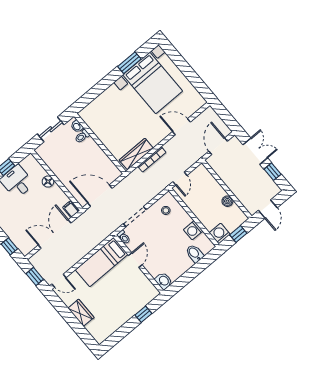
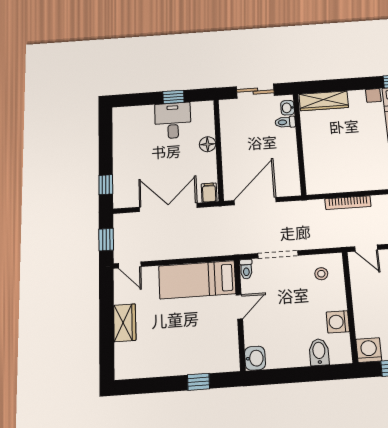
wardrobe: (136, 154) -> (324, 101), moved, turned 180
door: (180, 179) -> (366, 248), hinge flipped
door: (100, 196) -> (255, 201), hinge flipped

